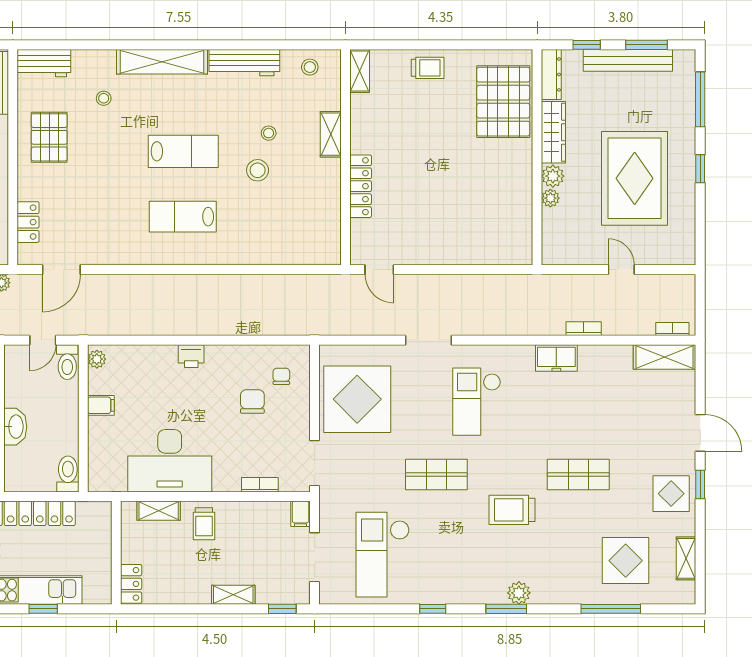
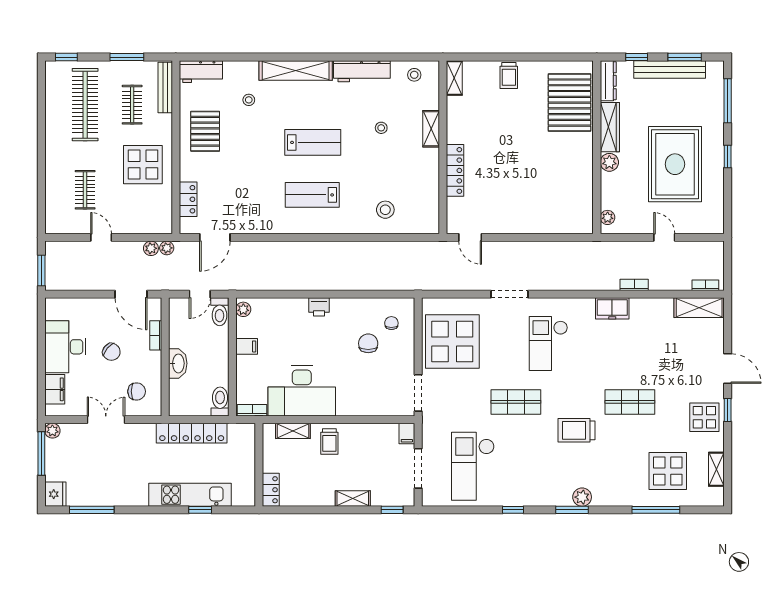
trolley: (428, 68) -> (509, 75), turned 90
stool: (258, 170) -> (385, 210), moved
plant: (550, 198) -> (608, 217), moved
bookcase: (260, 485) -> (252, 410), moved

